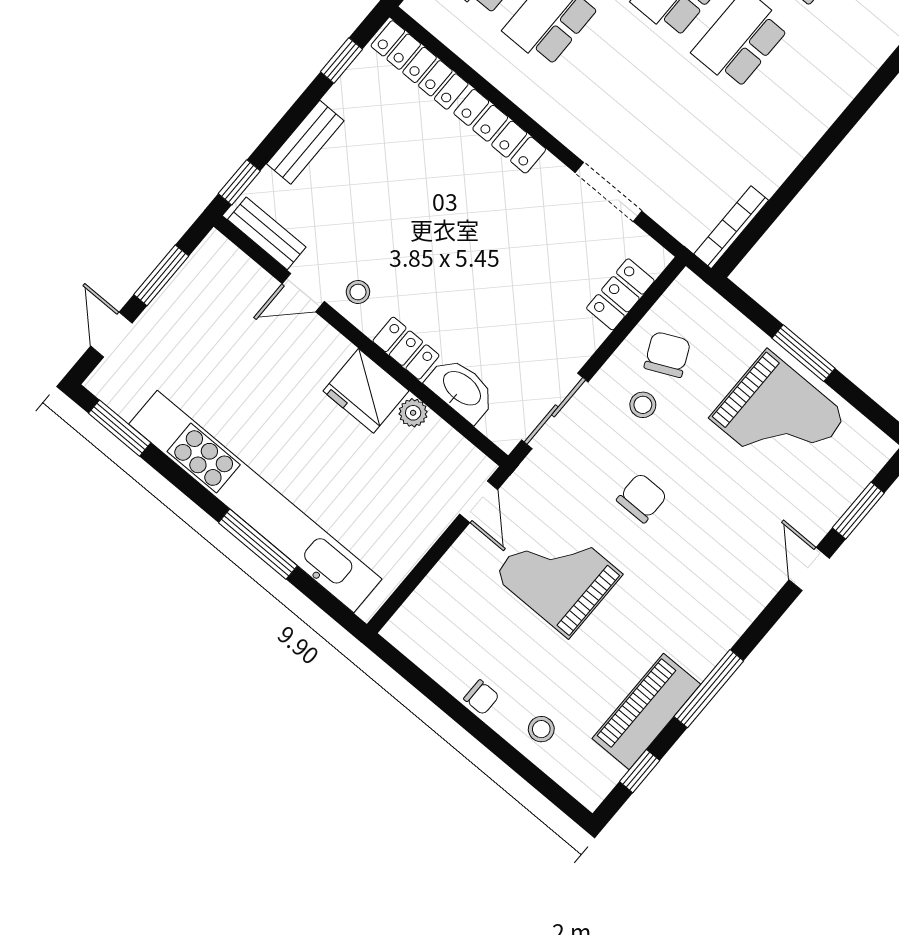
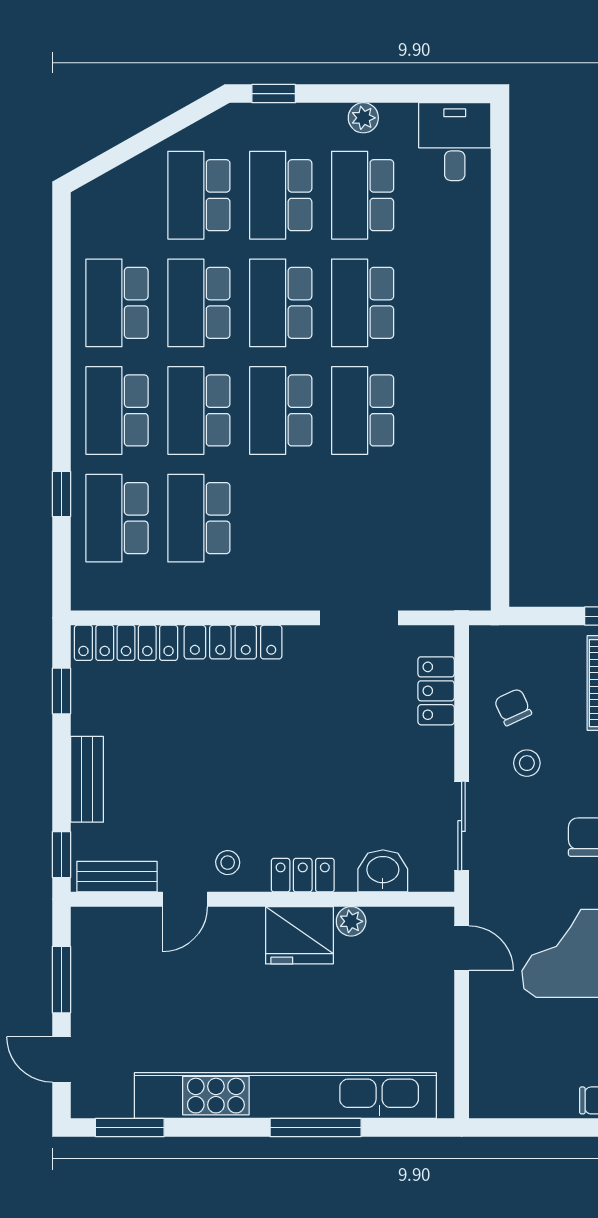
bookcase: (731, 227) -> (479, 565), removed
chair: (667, 354) -> (513, 707), width x0.73, depth x0.73
washbasin: (461, 389) -> (383, 871), width x0.72

